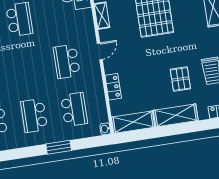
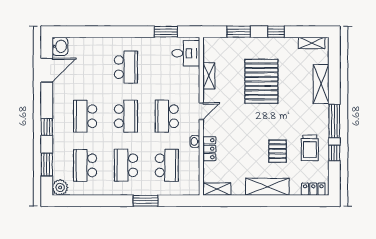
school desk: (27, 67) -> (126, 116), added
shelving: (133, 122) -> (217, 189), width x0.67, depth x0.75
washbasin: (105, 129) -> (195, 141), moved

